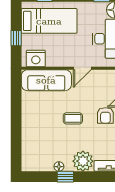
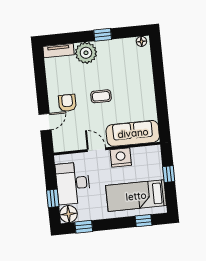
nightstand: (36, 59) -> (121, 157), moved
door: (82, 68) -> (97, 150), hinge flipped
floor lamp: (59, 167) -> (141, 41), moved

